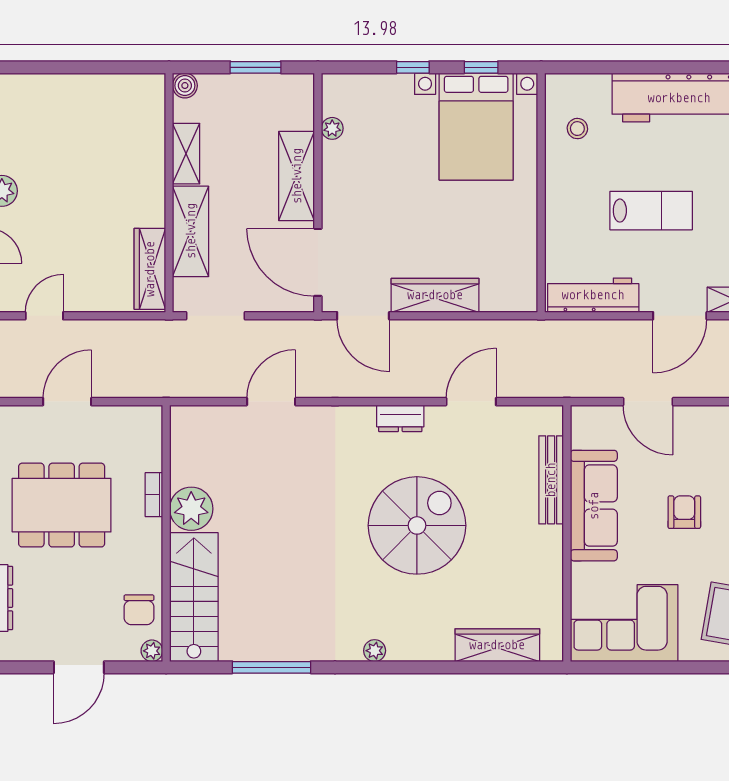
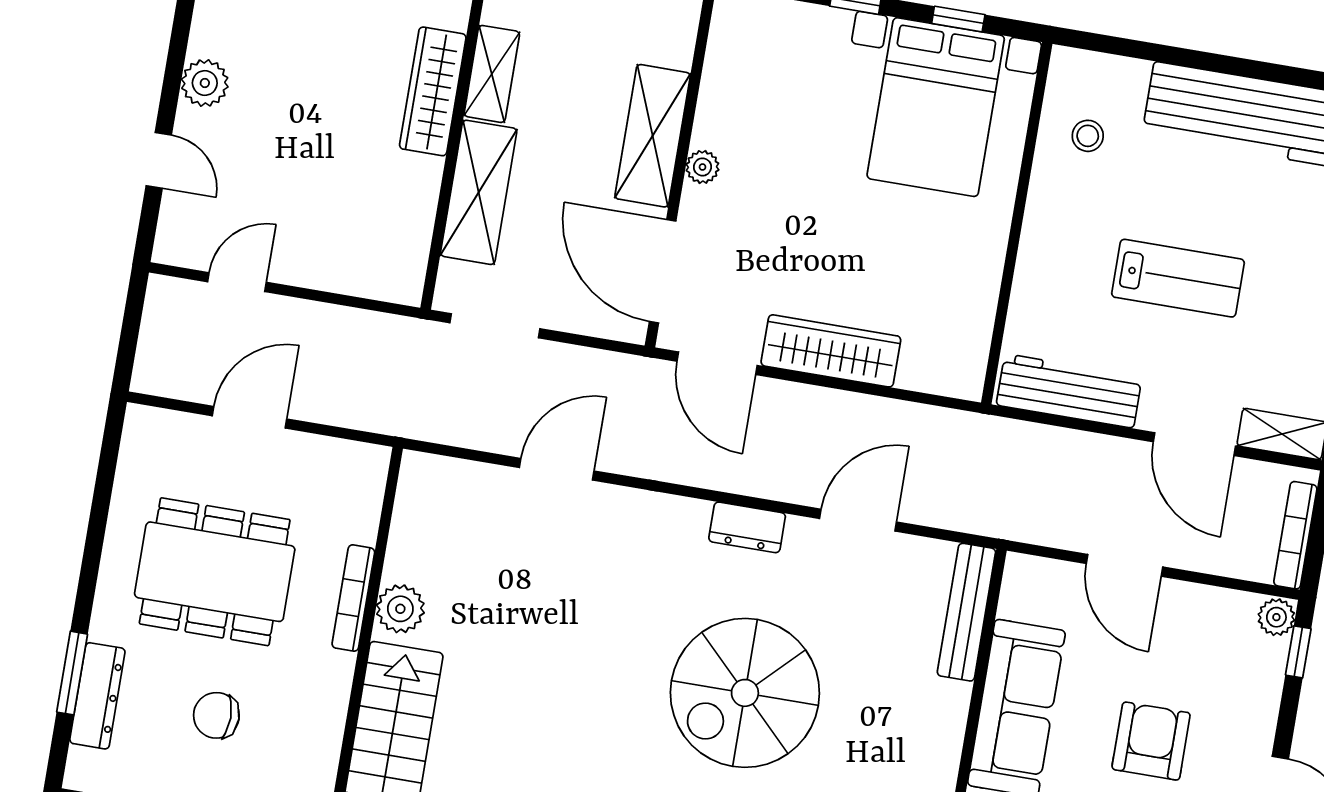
plant: (332, 128) -> (702, 167), moved
wardrobe: (150, 269) -> (433, 91), moved
door: (680, 316) -> (1194, 444), hinge flipped
bench: (551, 480) -> (966, 612), moved
bookcase: (154, 495) -> (353, 598), width x1.56
plant: (191, 509) -> (400, 609), width x0.73, depth x0.73
armchair: (684, 512) -> (1151, 741), width x1.38, depth x1.38
spiral stairs: (417, 525) -> (745, 693), turned 180
chair: (139, 610) -> (216, 715), moved, turned 90

